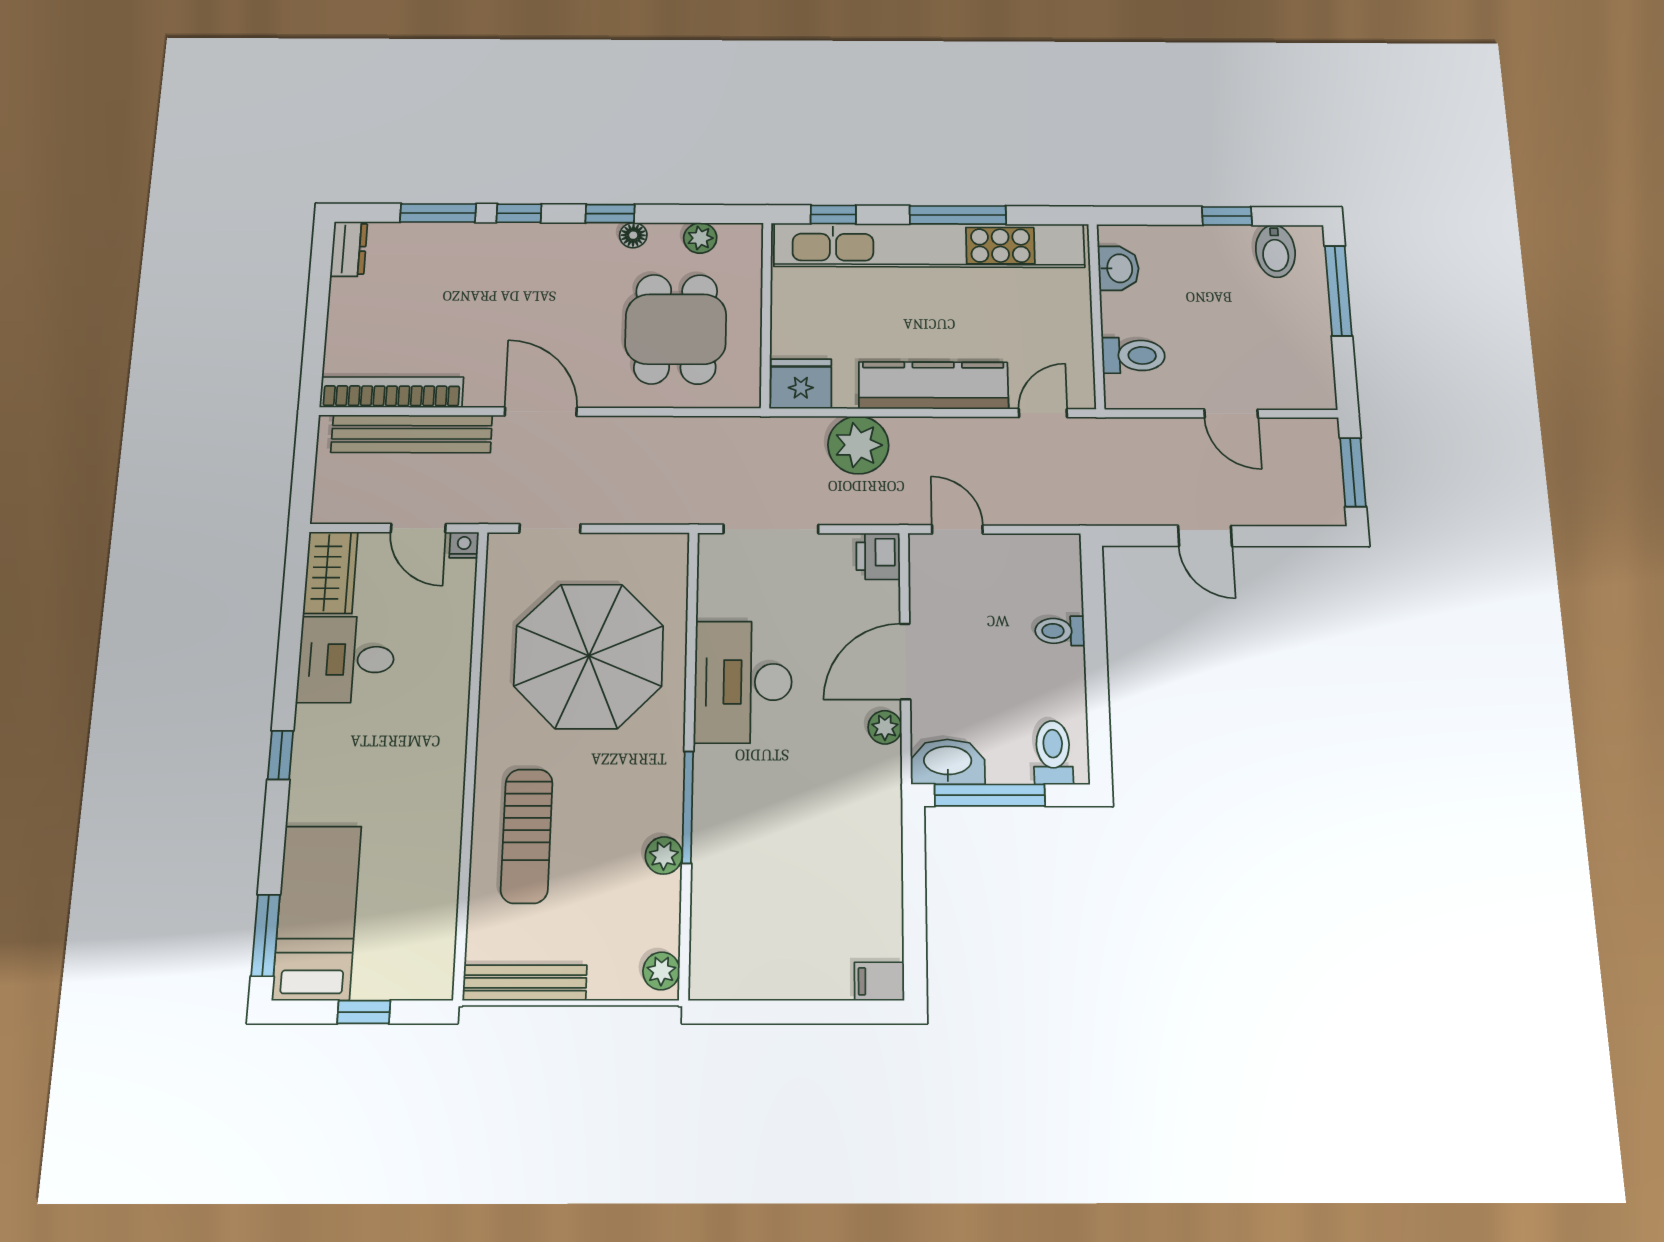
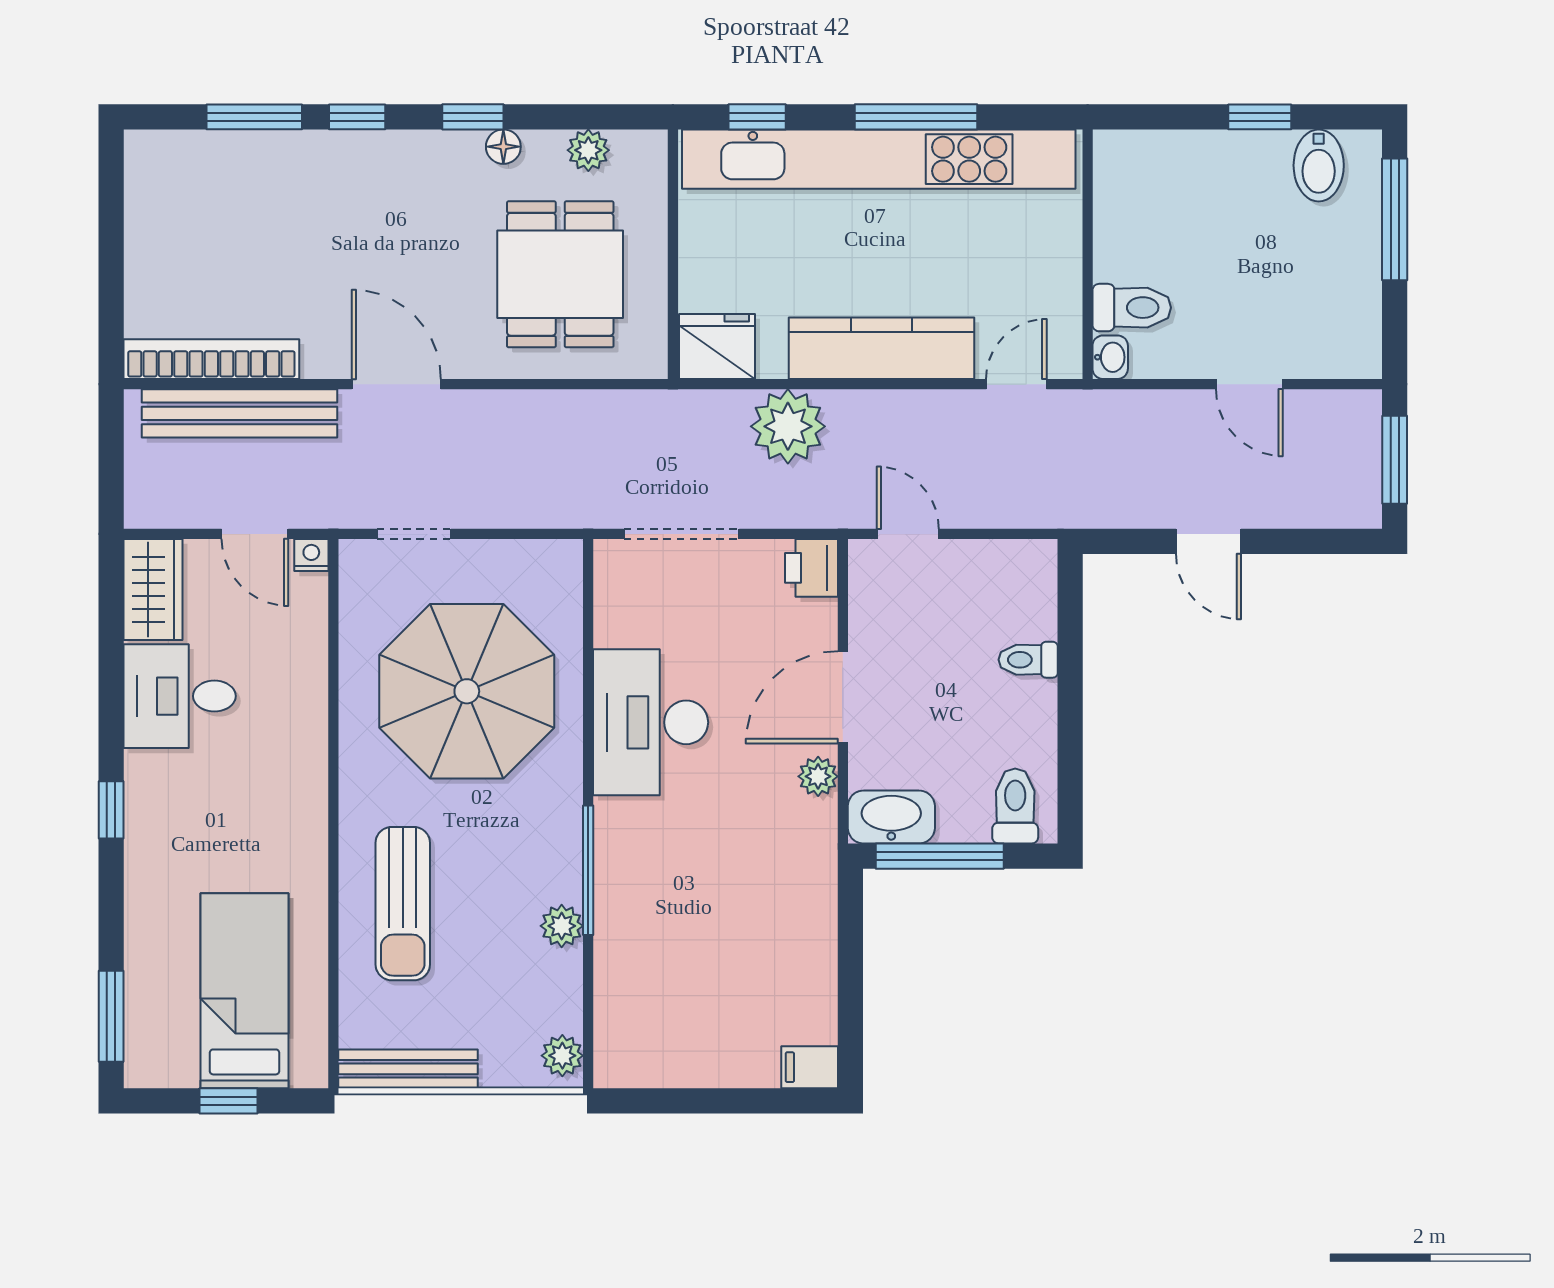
dresser: (349, 249) -> (145, 167), removed
washbasin: (1119, 268) -> (1110, 357), moved, width x0.72, depth x0.69
bed: (317, 912) -> (244, 991), moved

